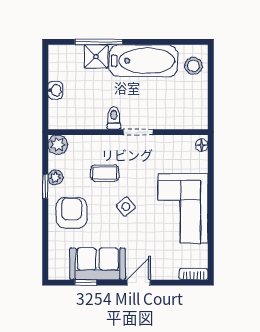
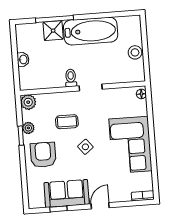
stool: (193, 66) -> (135, 52), moved

